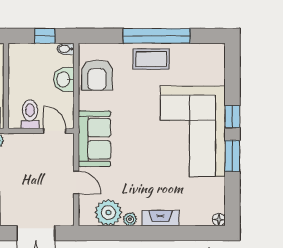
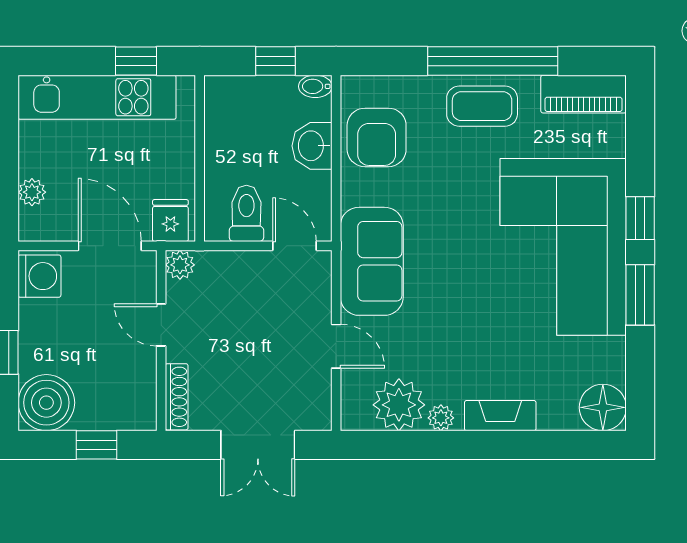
piano: (203, 53) -> (584, 94), added
floor lamp: (219, 220) -> (603, 407), width x1.89, depth x1.89

